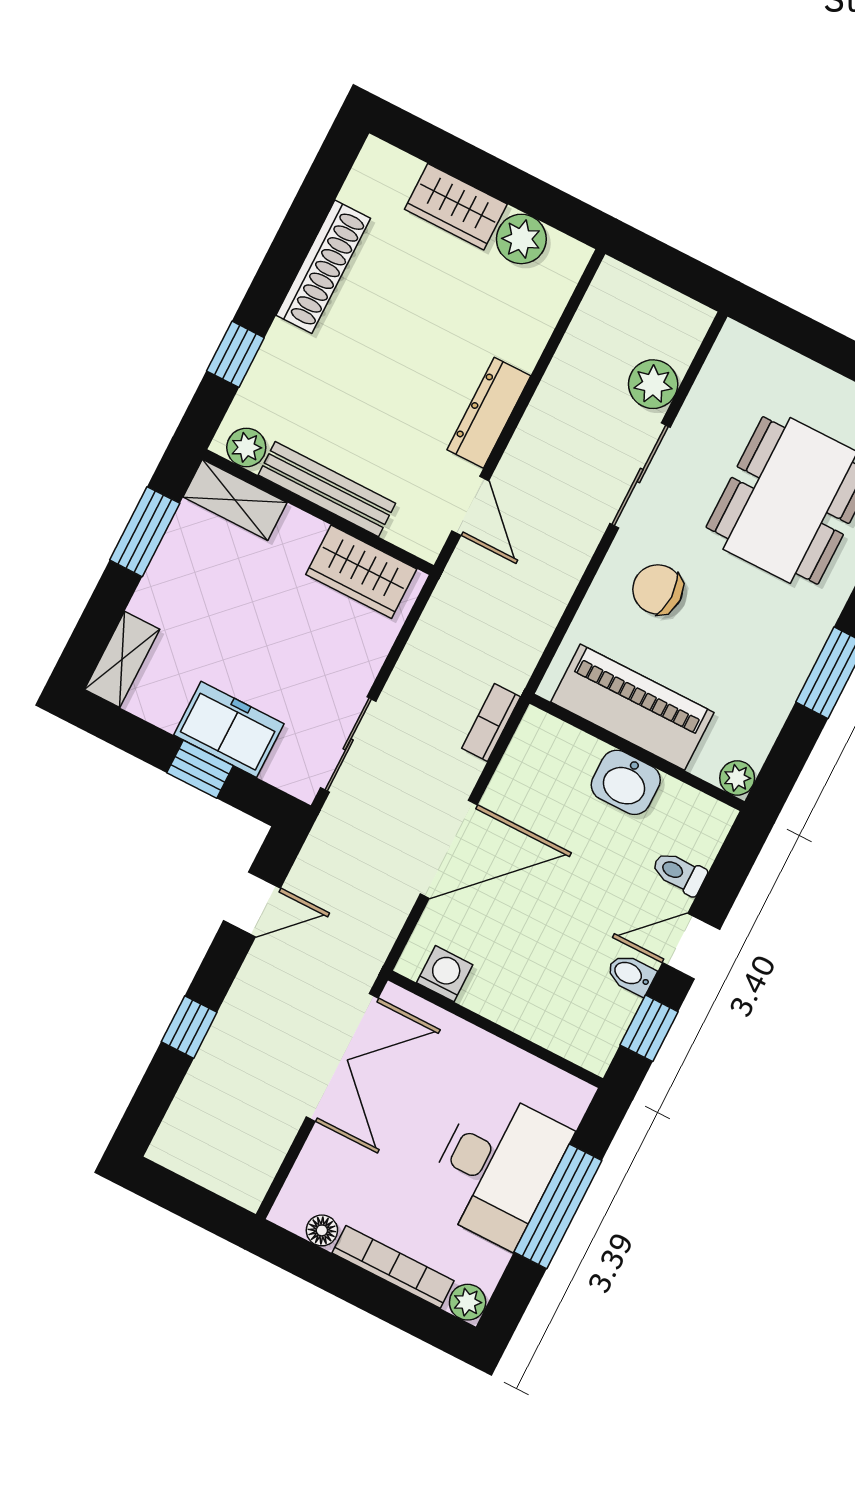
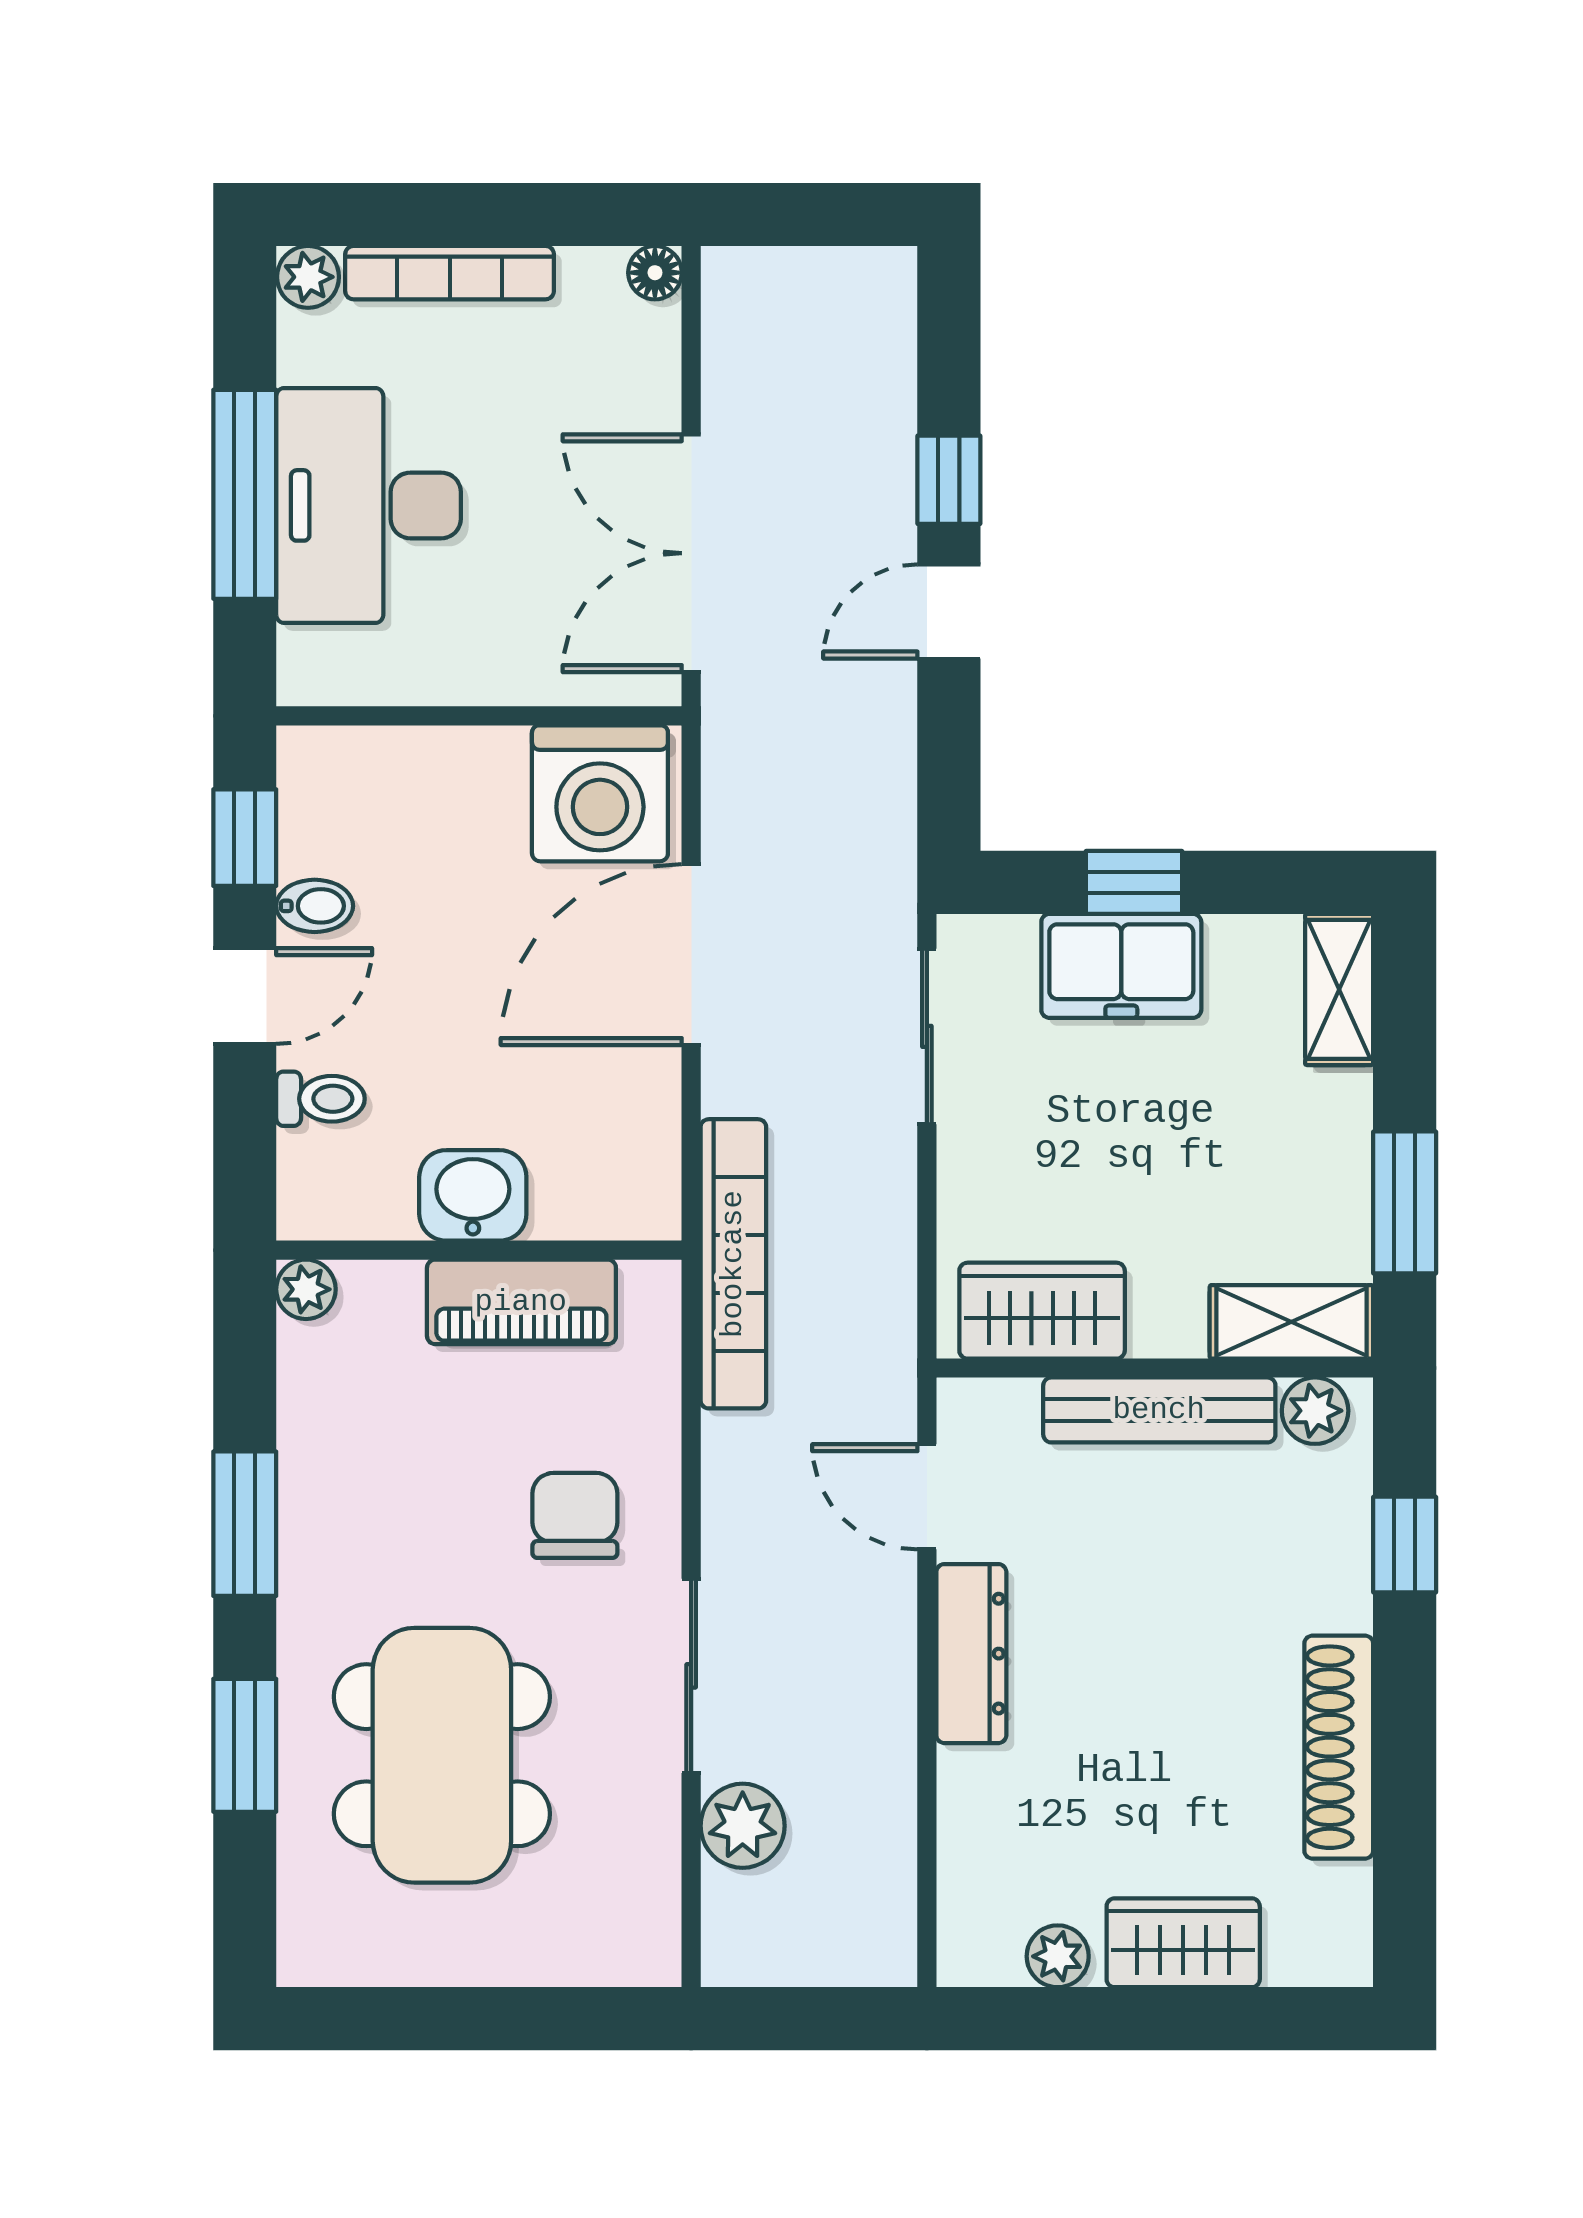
plant: (521, 239) -> (1058, 1956), width x0.73, depth x0.73
chair: (658, 589) -> (575, 1515), turned -90
piano: (632, 707) -> (521, 1302), width x0.73, depth x0.75
bookcase: (491, 722) -> (733, 1264), width x2.31, depth x1.31
door: (252, 904) -> (949, 611), moved
washing machine: (445, 974) -> (600, 793), width x1.89, depth x1.89
floor lamp: (322, 1230) -> (655, 273), moved

